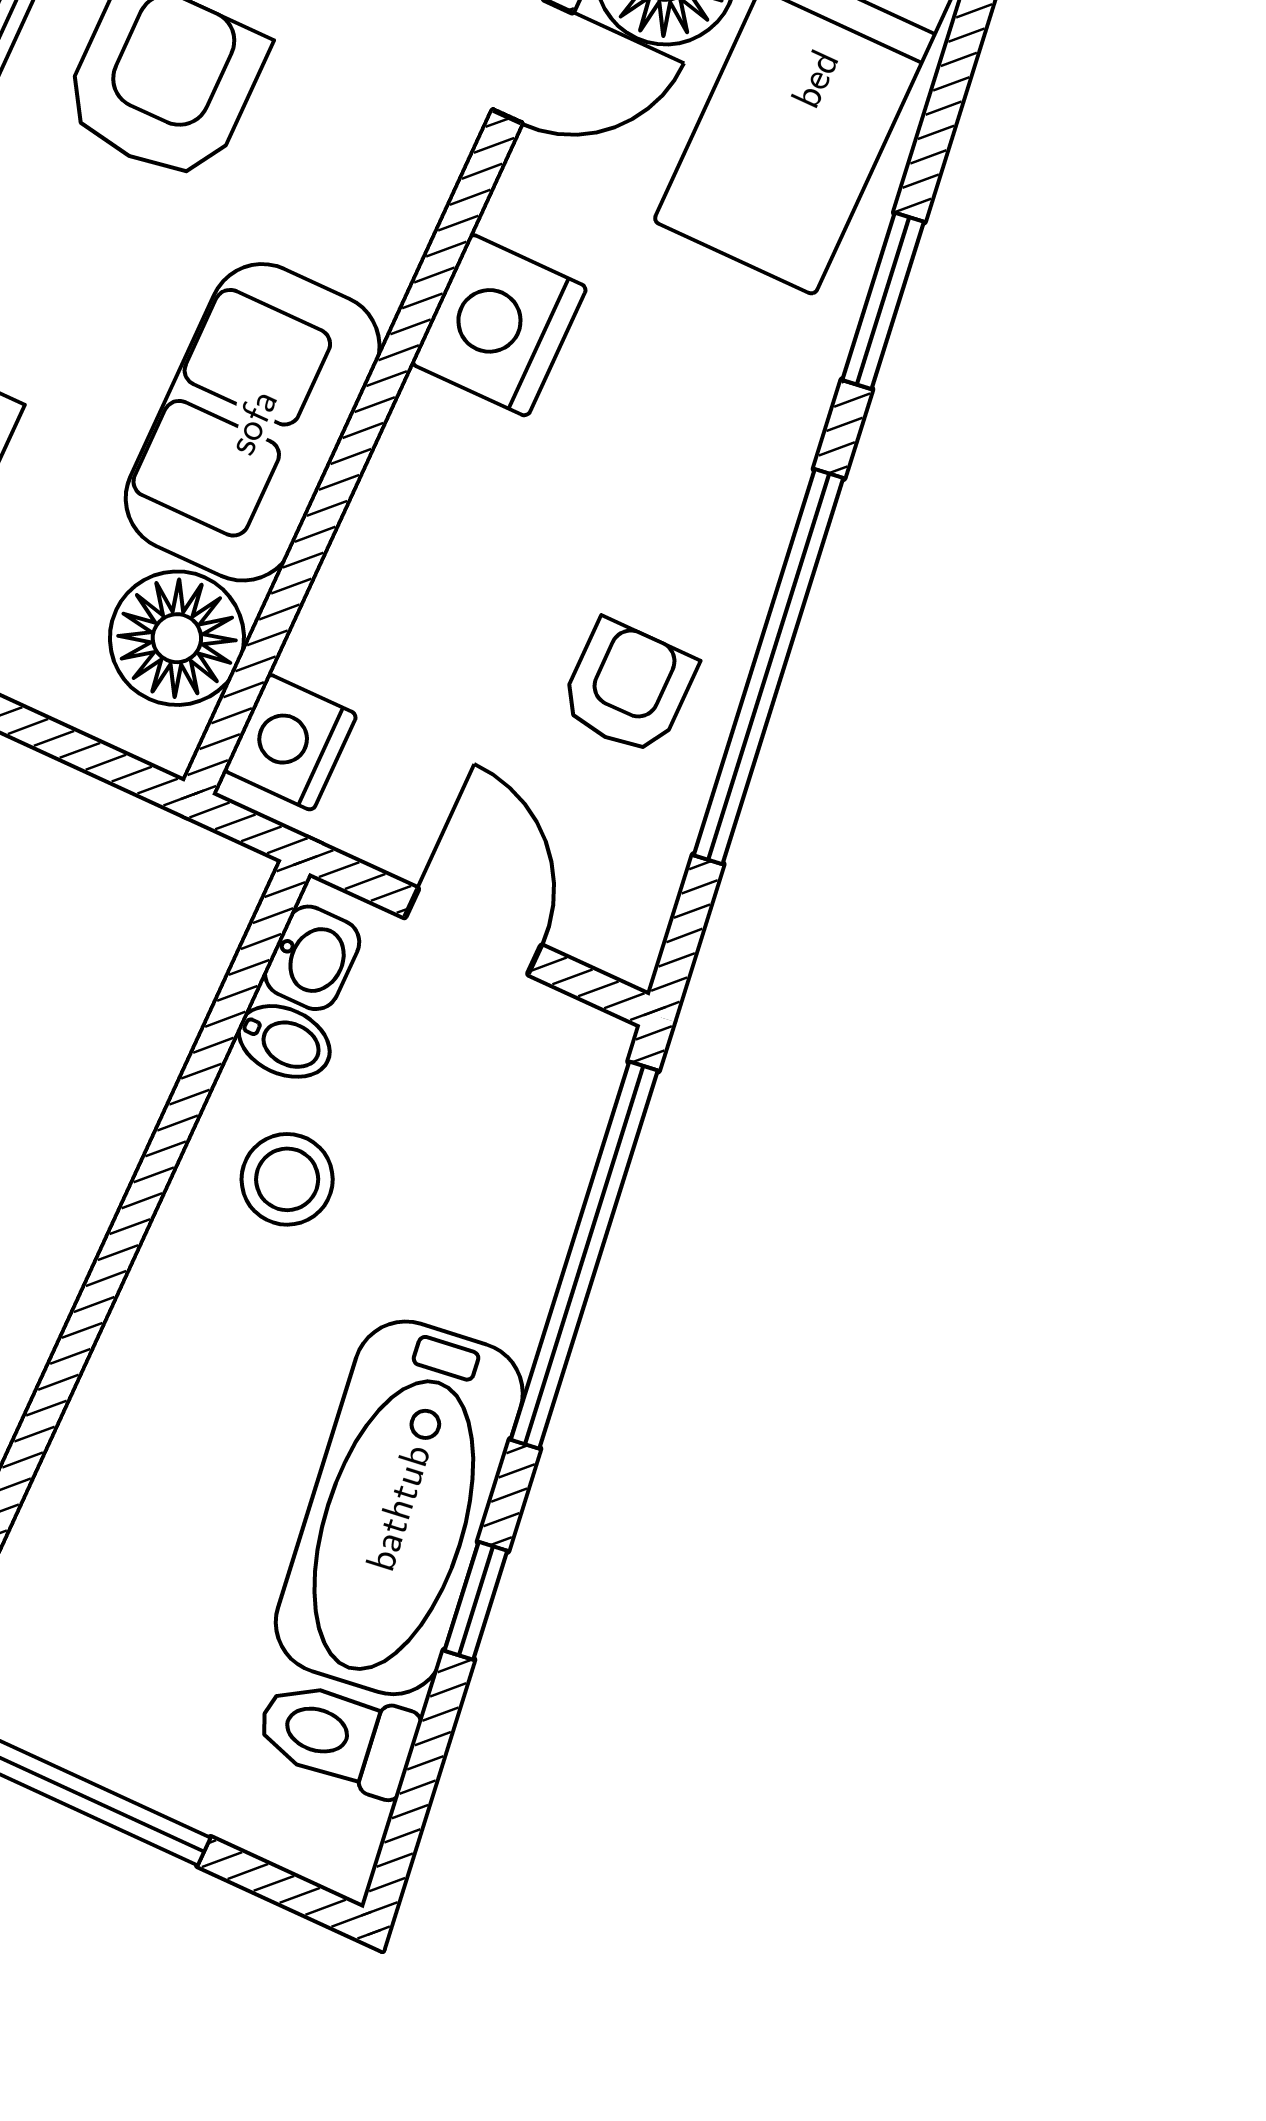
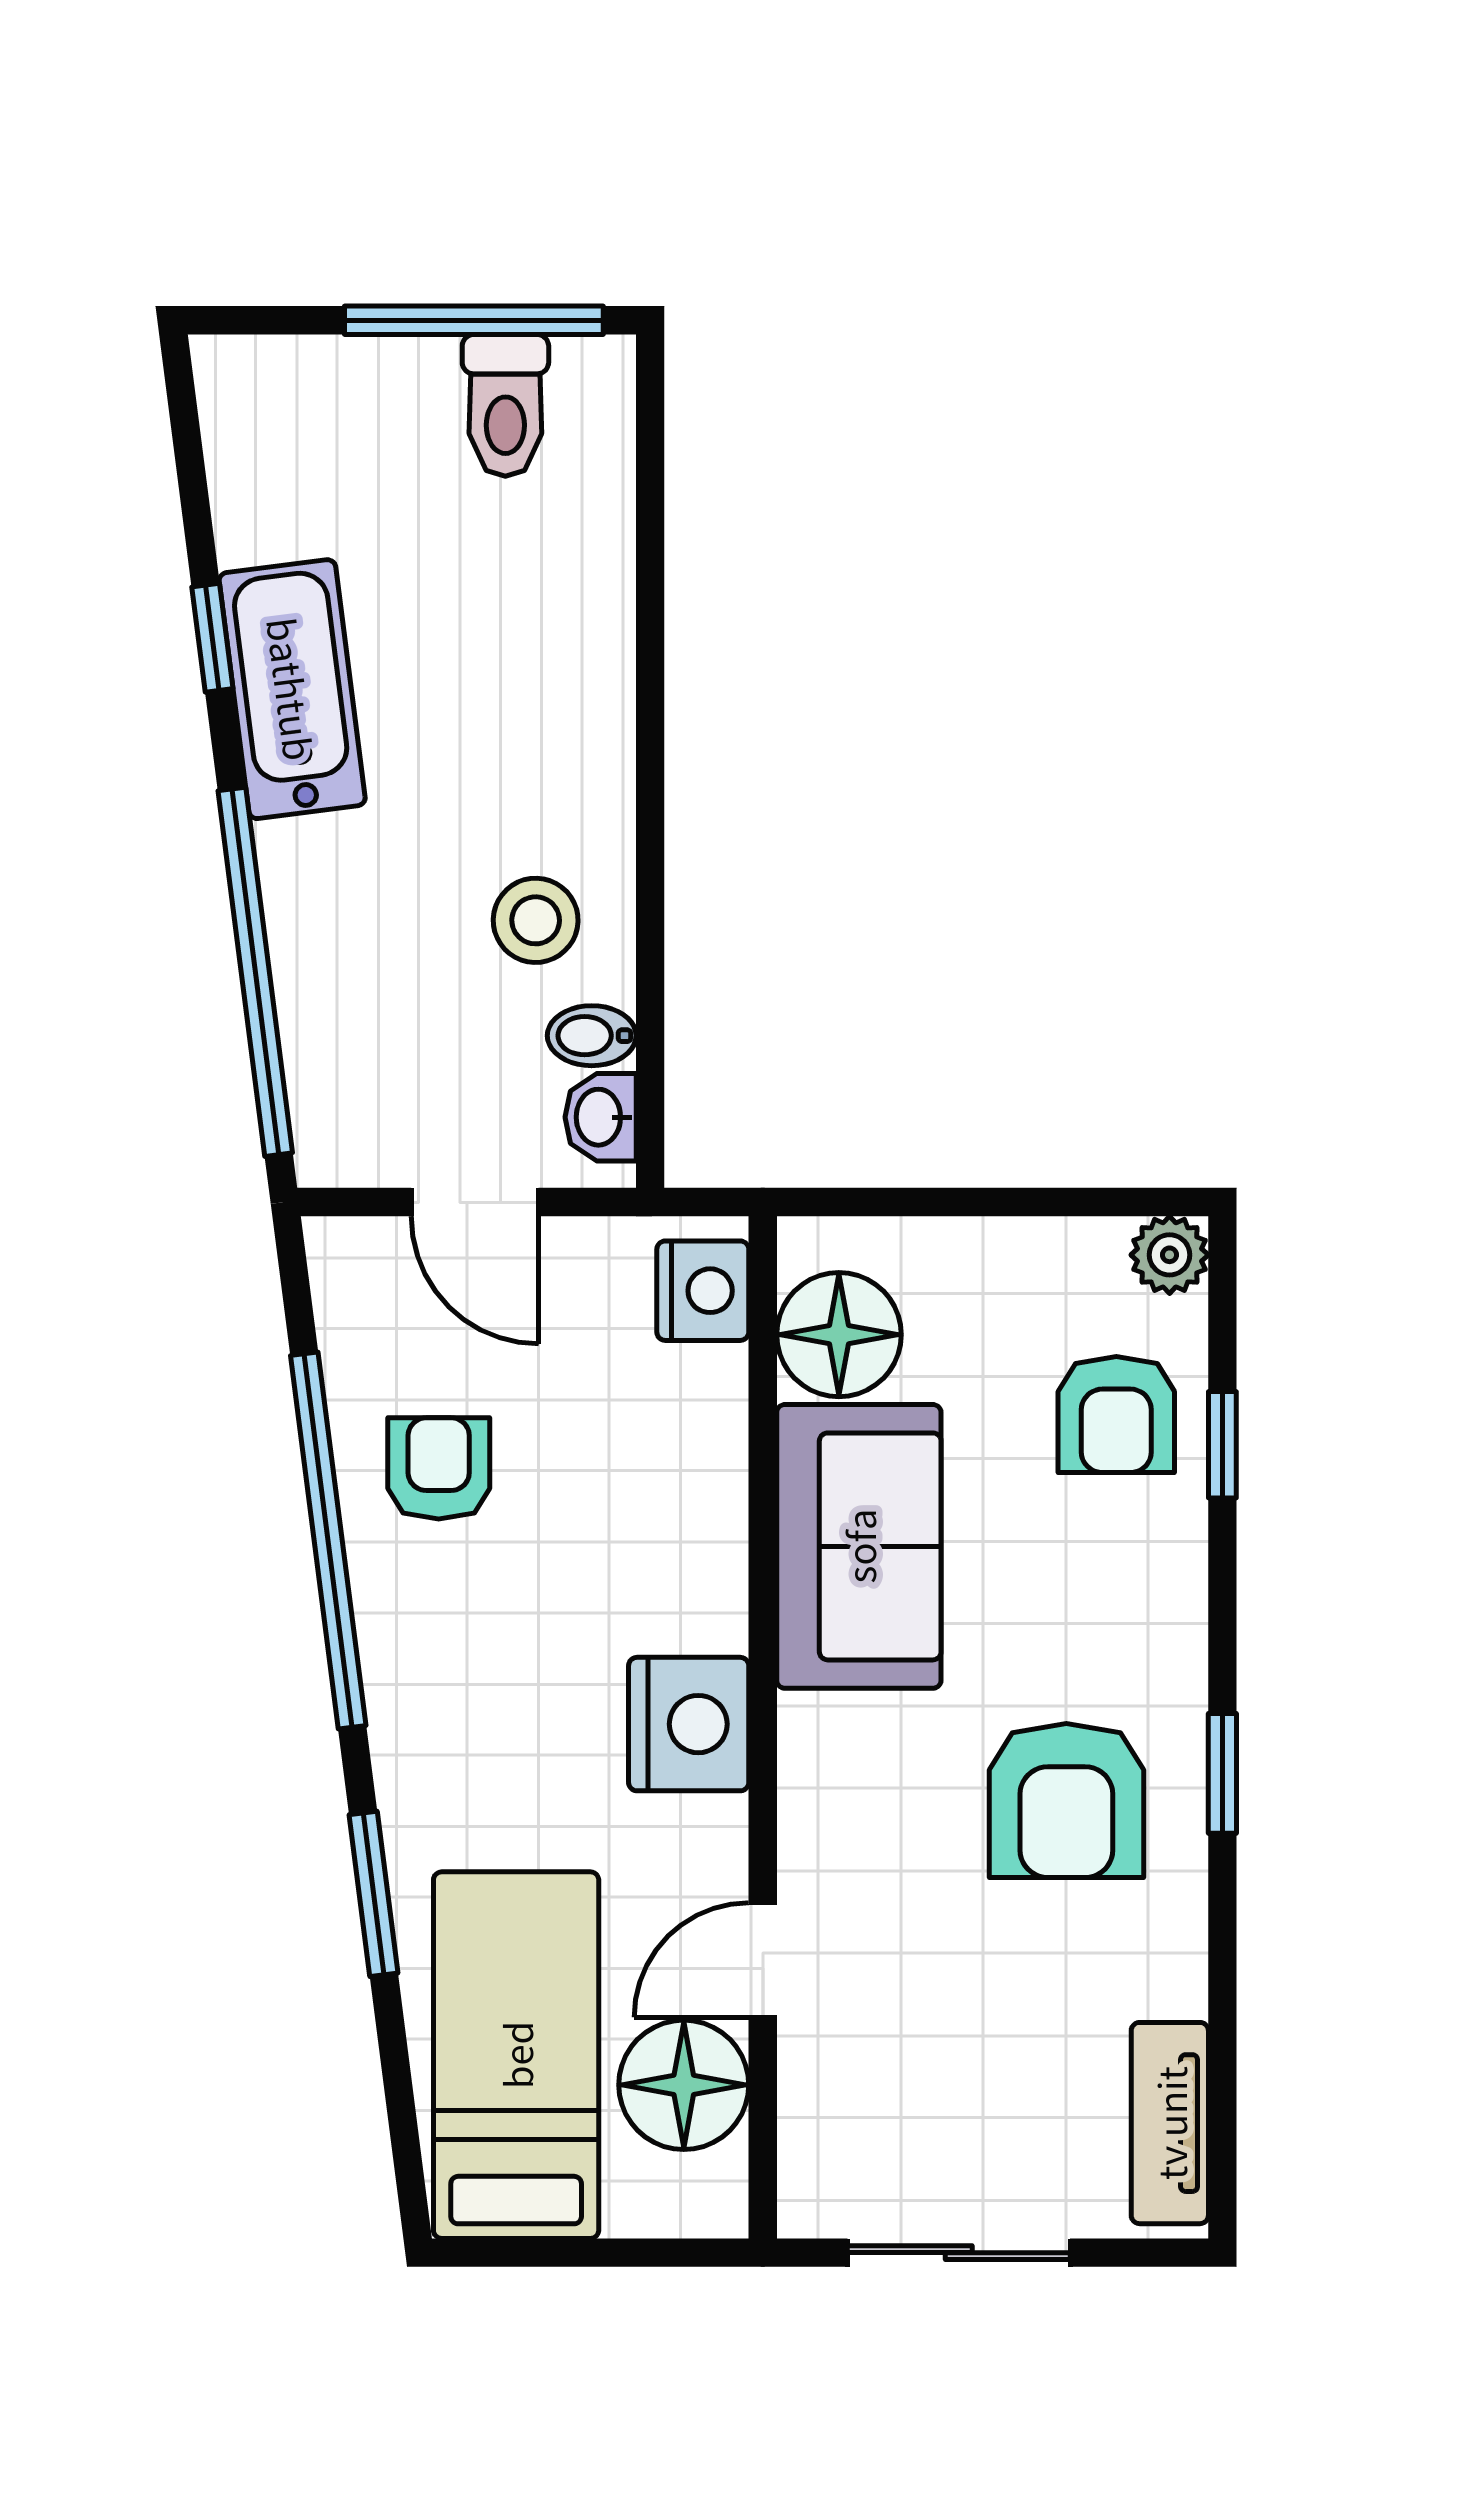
armchair: (628, 687) -> (439, 1468), turned 180
bathtub: (399, 1508) -> (292, 689), width x0.73, depth x0.73
toilet: (338, 1736) -> (505, 405), moved, turned 97

